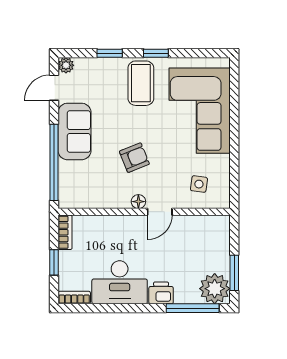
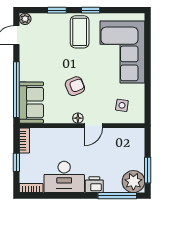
sofa: (75, 131) -> (31, 103), moved

